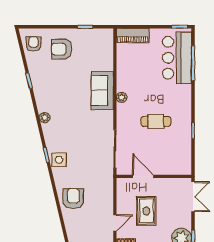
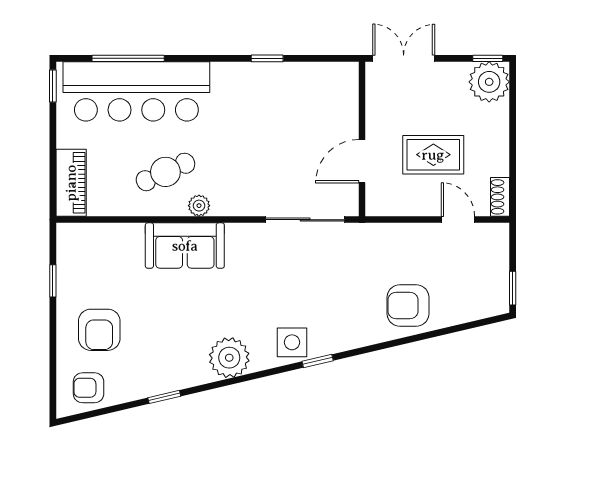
bar counter: (177, 58) -> (136, 91), width x1.36
plant: (45, 118) -> (229, 358), width x1.88, depth x1.88
cafe table: (156, 121) -> (165, 172), moved, turned 66
side table: (59, 160) -> (292, 342), moved

